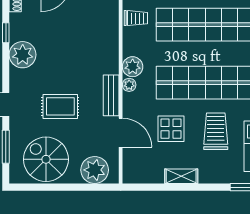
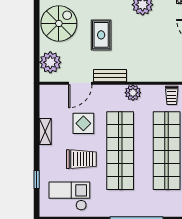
plant: (129, 85) -> (118, 90), removed

